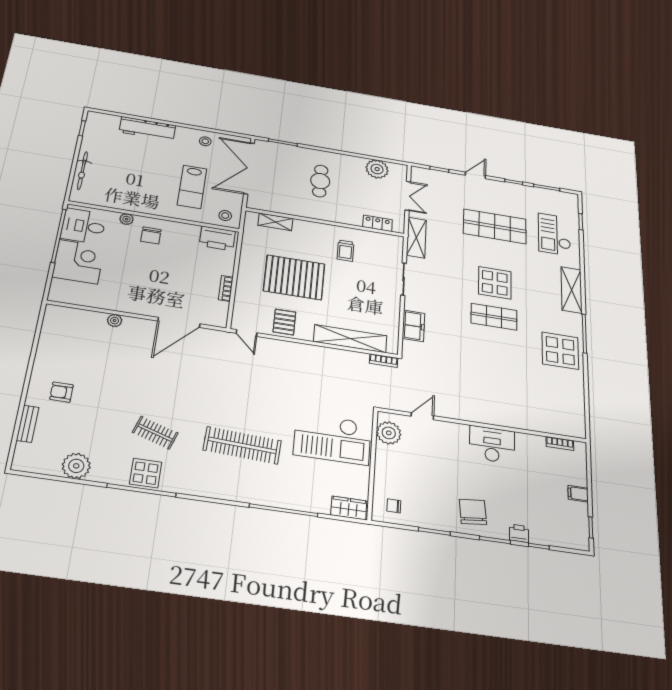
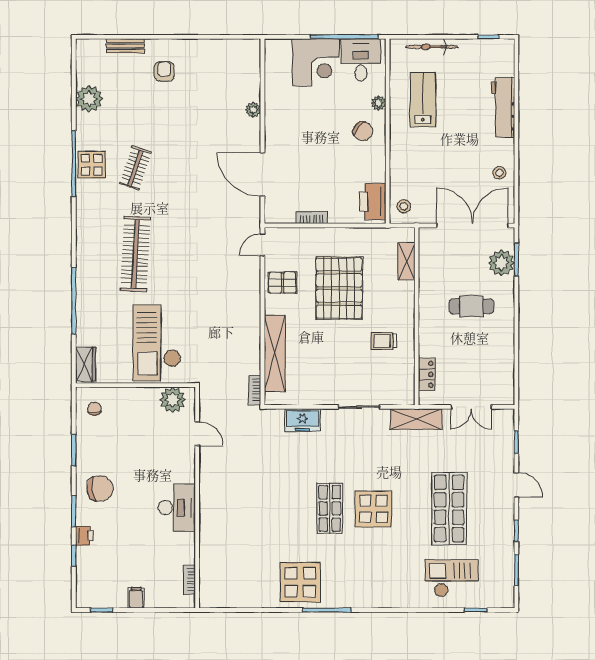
plant: (377, 169) -> (501, 263), moved
lab bench: (192, 187) -> (423, 100), moved, turned 90
chair: (151, 235) -> (363, 131), turned -143
shelving: (572, 290) -> (381, 597), removed

